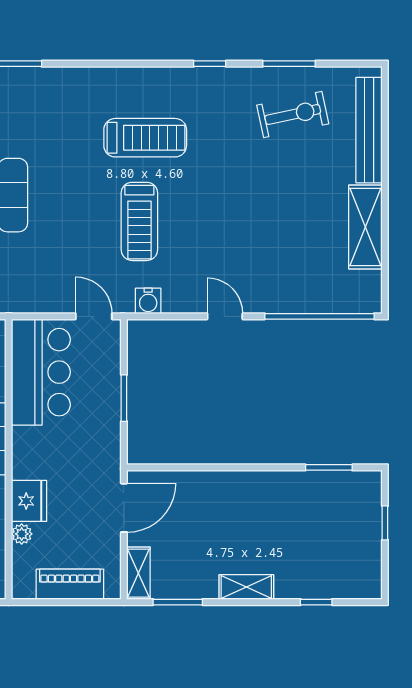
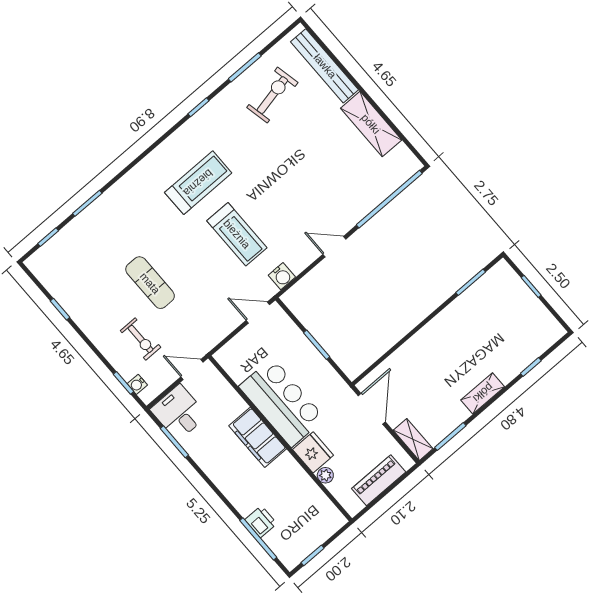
bar counter: (41, 372) -> (282, 402), moved

